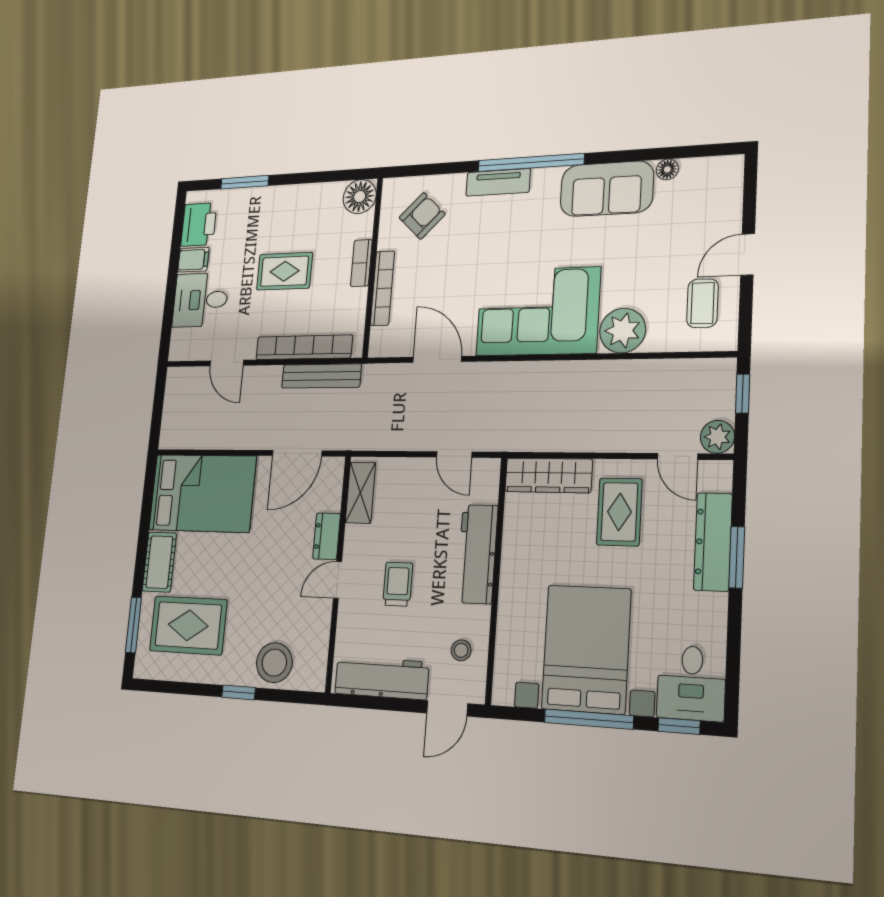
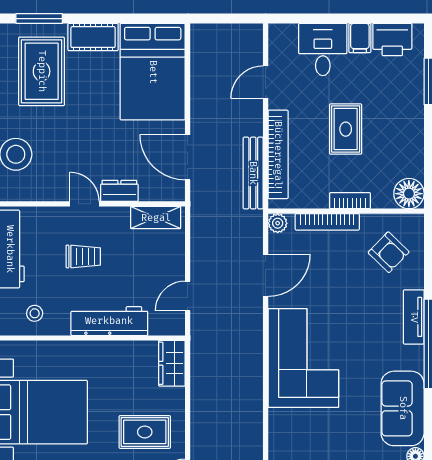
plant: (623, 331) -> (278, 223), moved, width x0.53, depth x0.53
wardrobe: (548, 475) -> (172, 363), width x0.67

